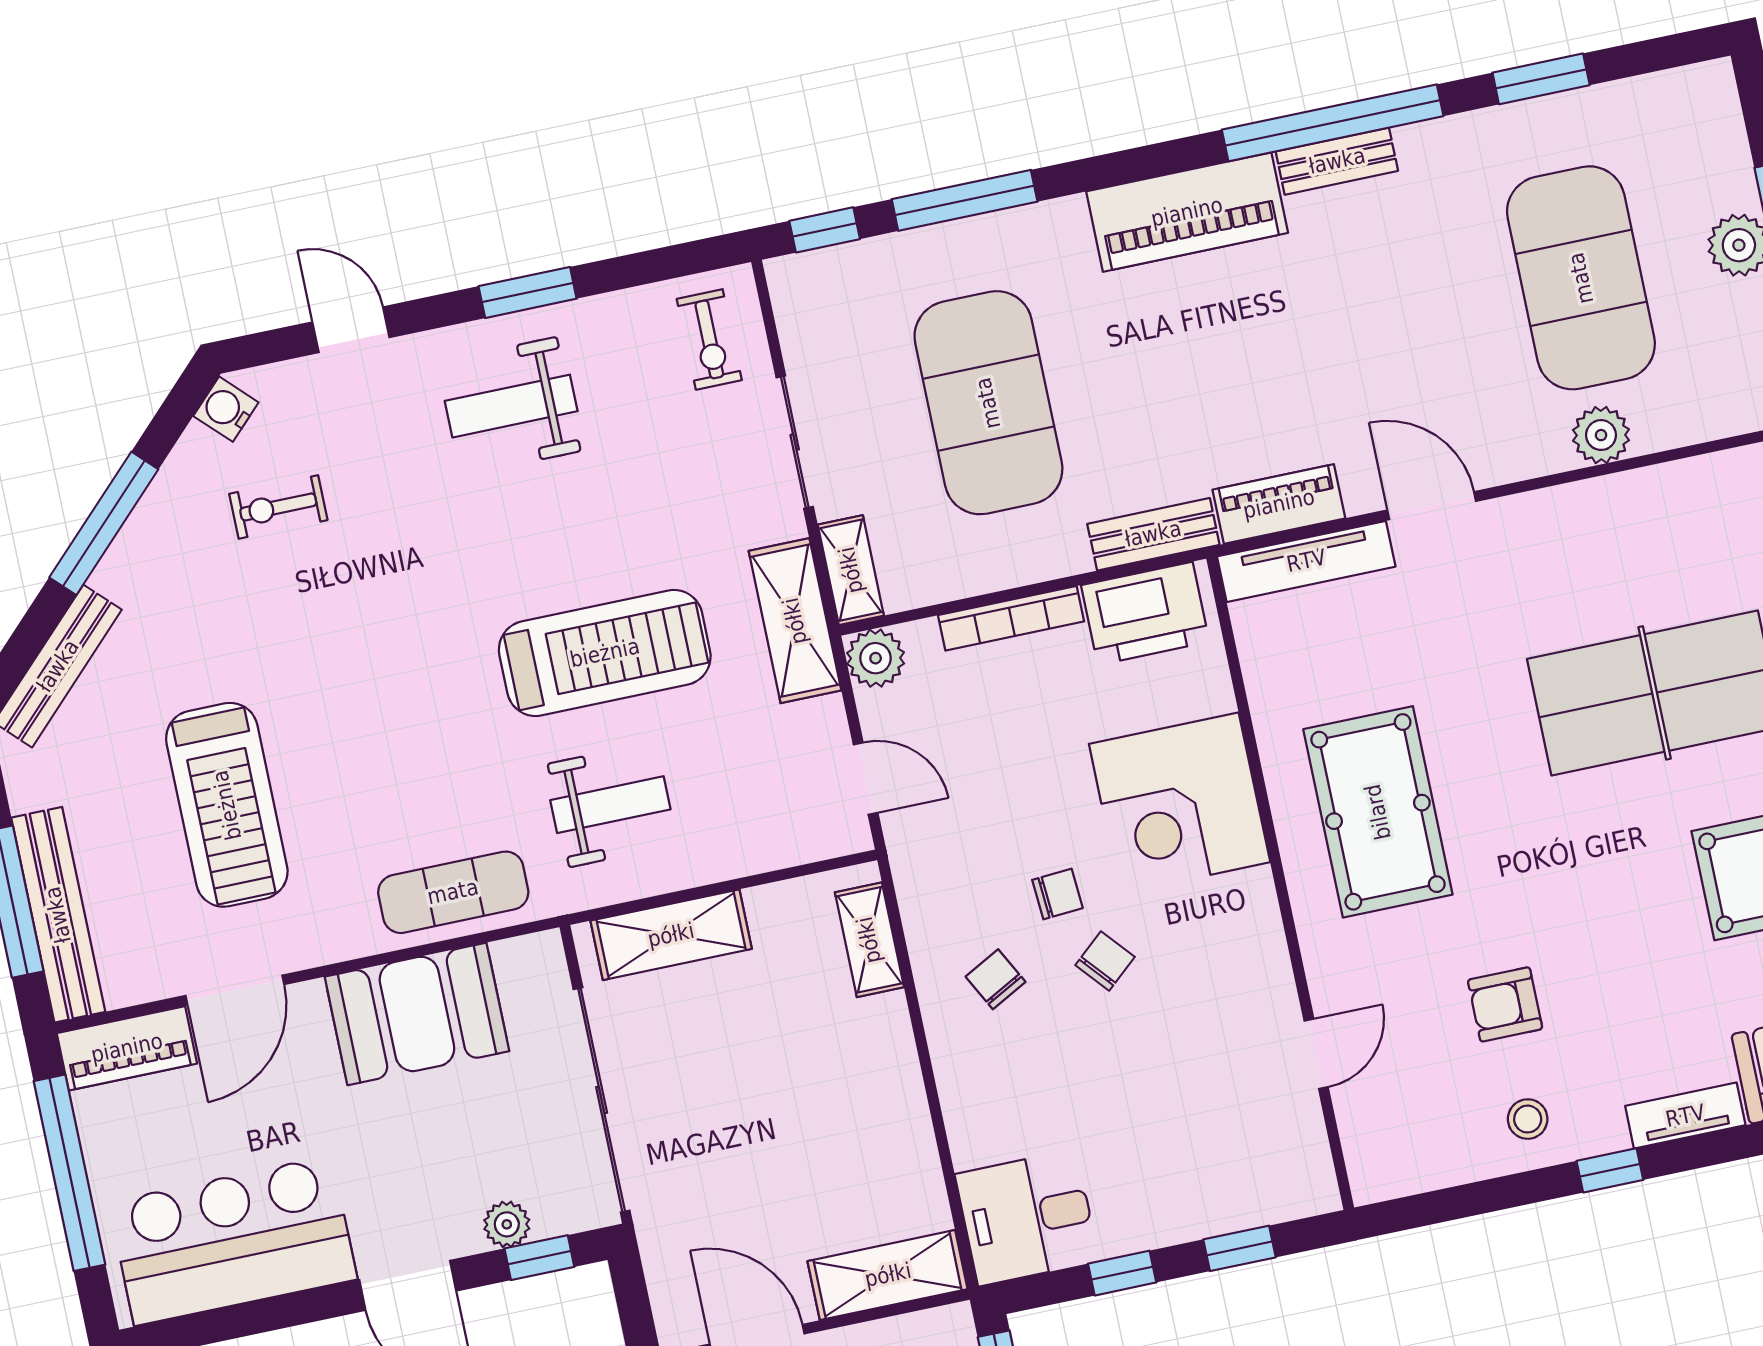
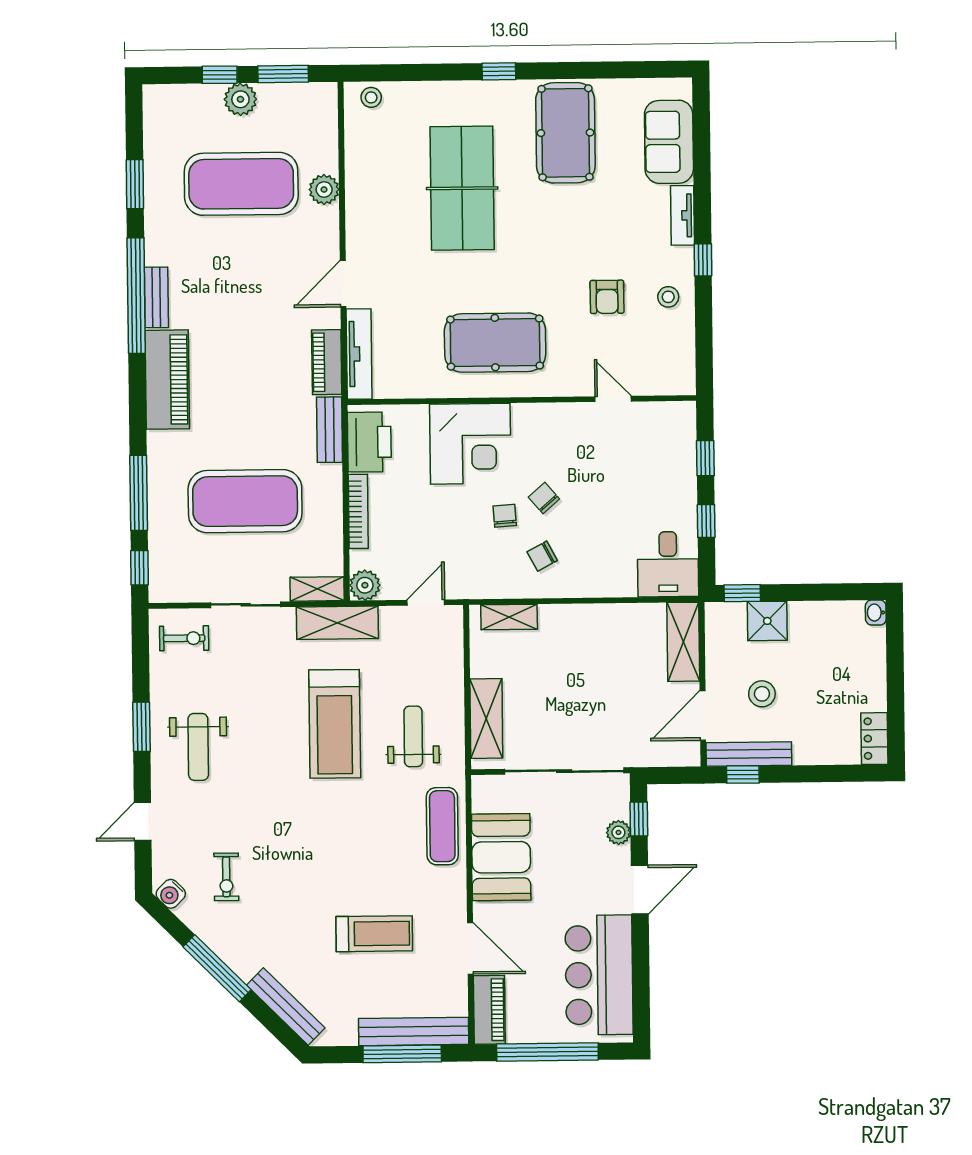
treadmill: (605, 653) -> (335, 724), turned 180
treadmill: (227, 805) -> (374, 934), width x0.73, depth x0.73

